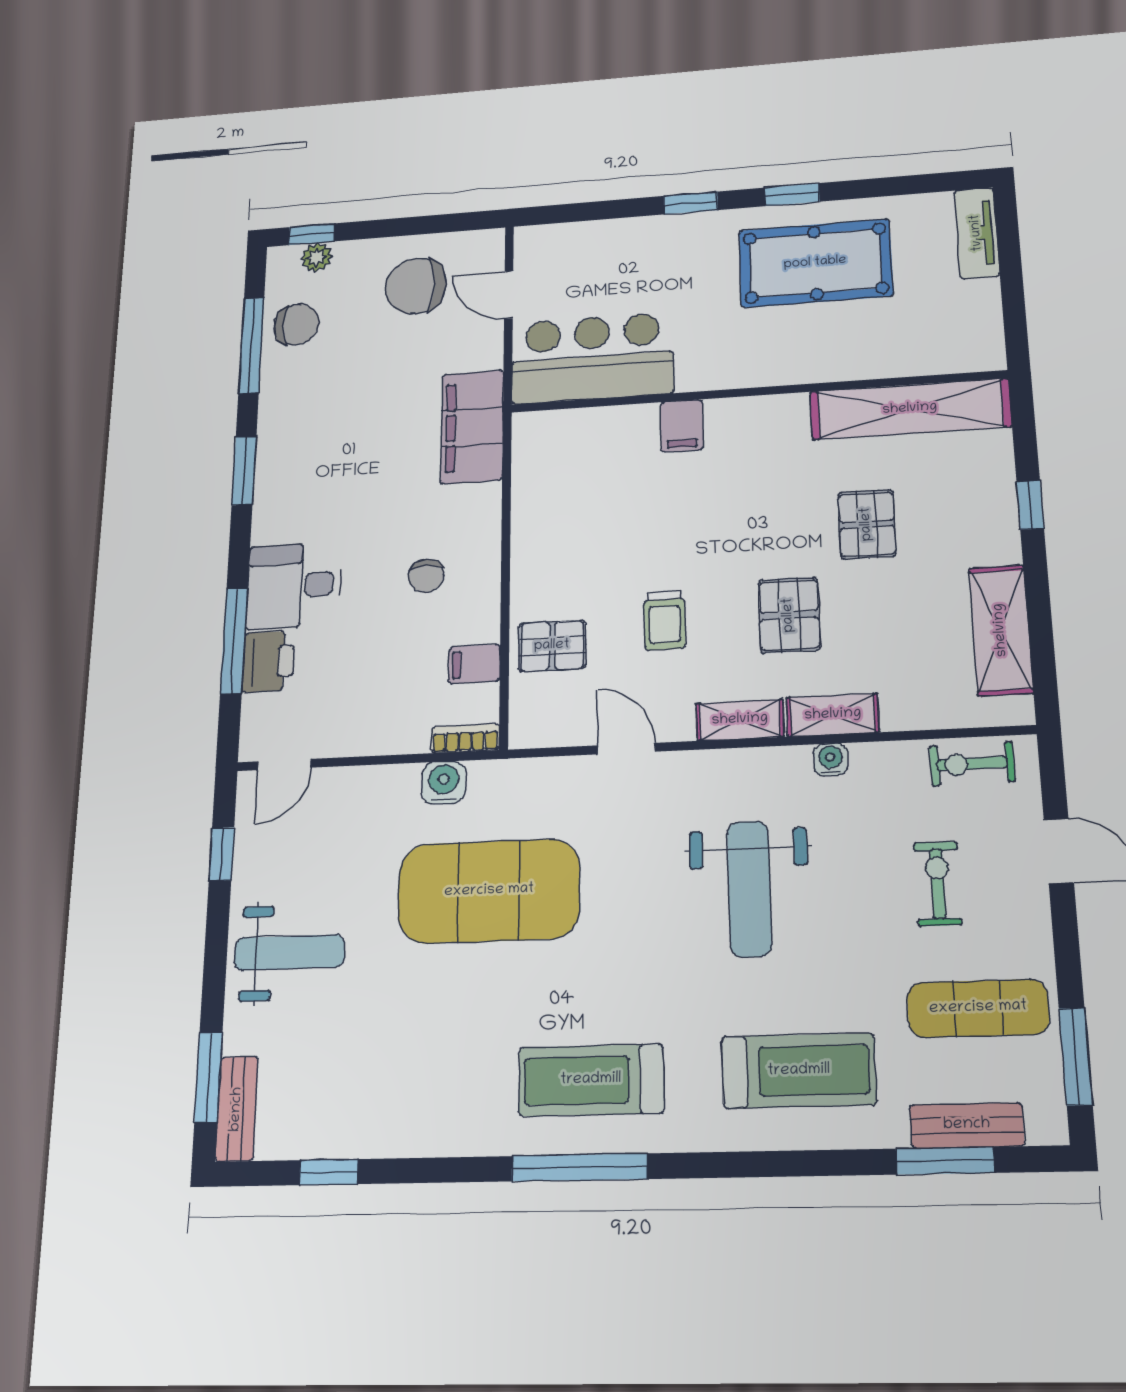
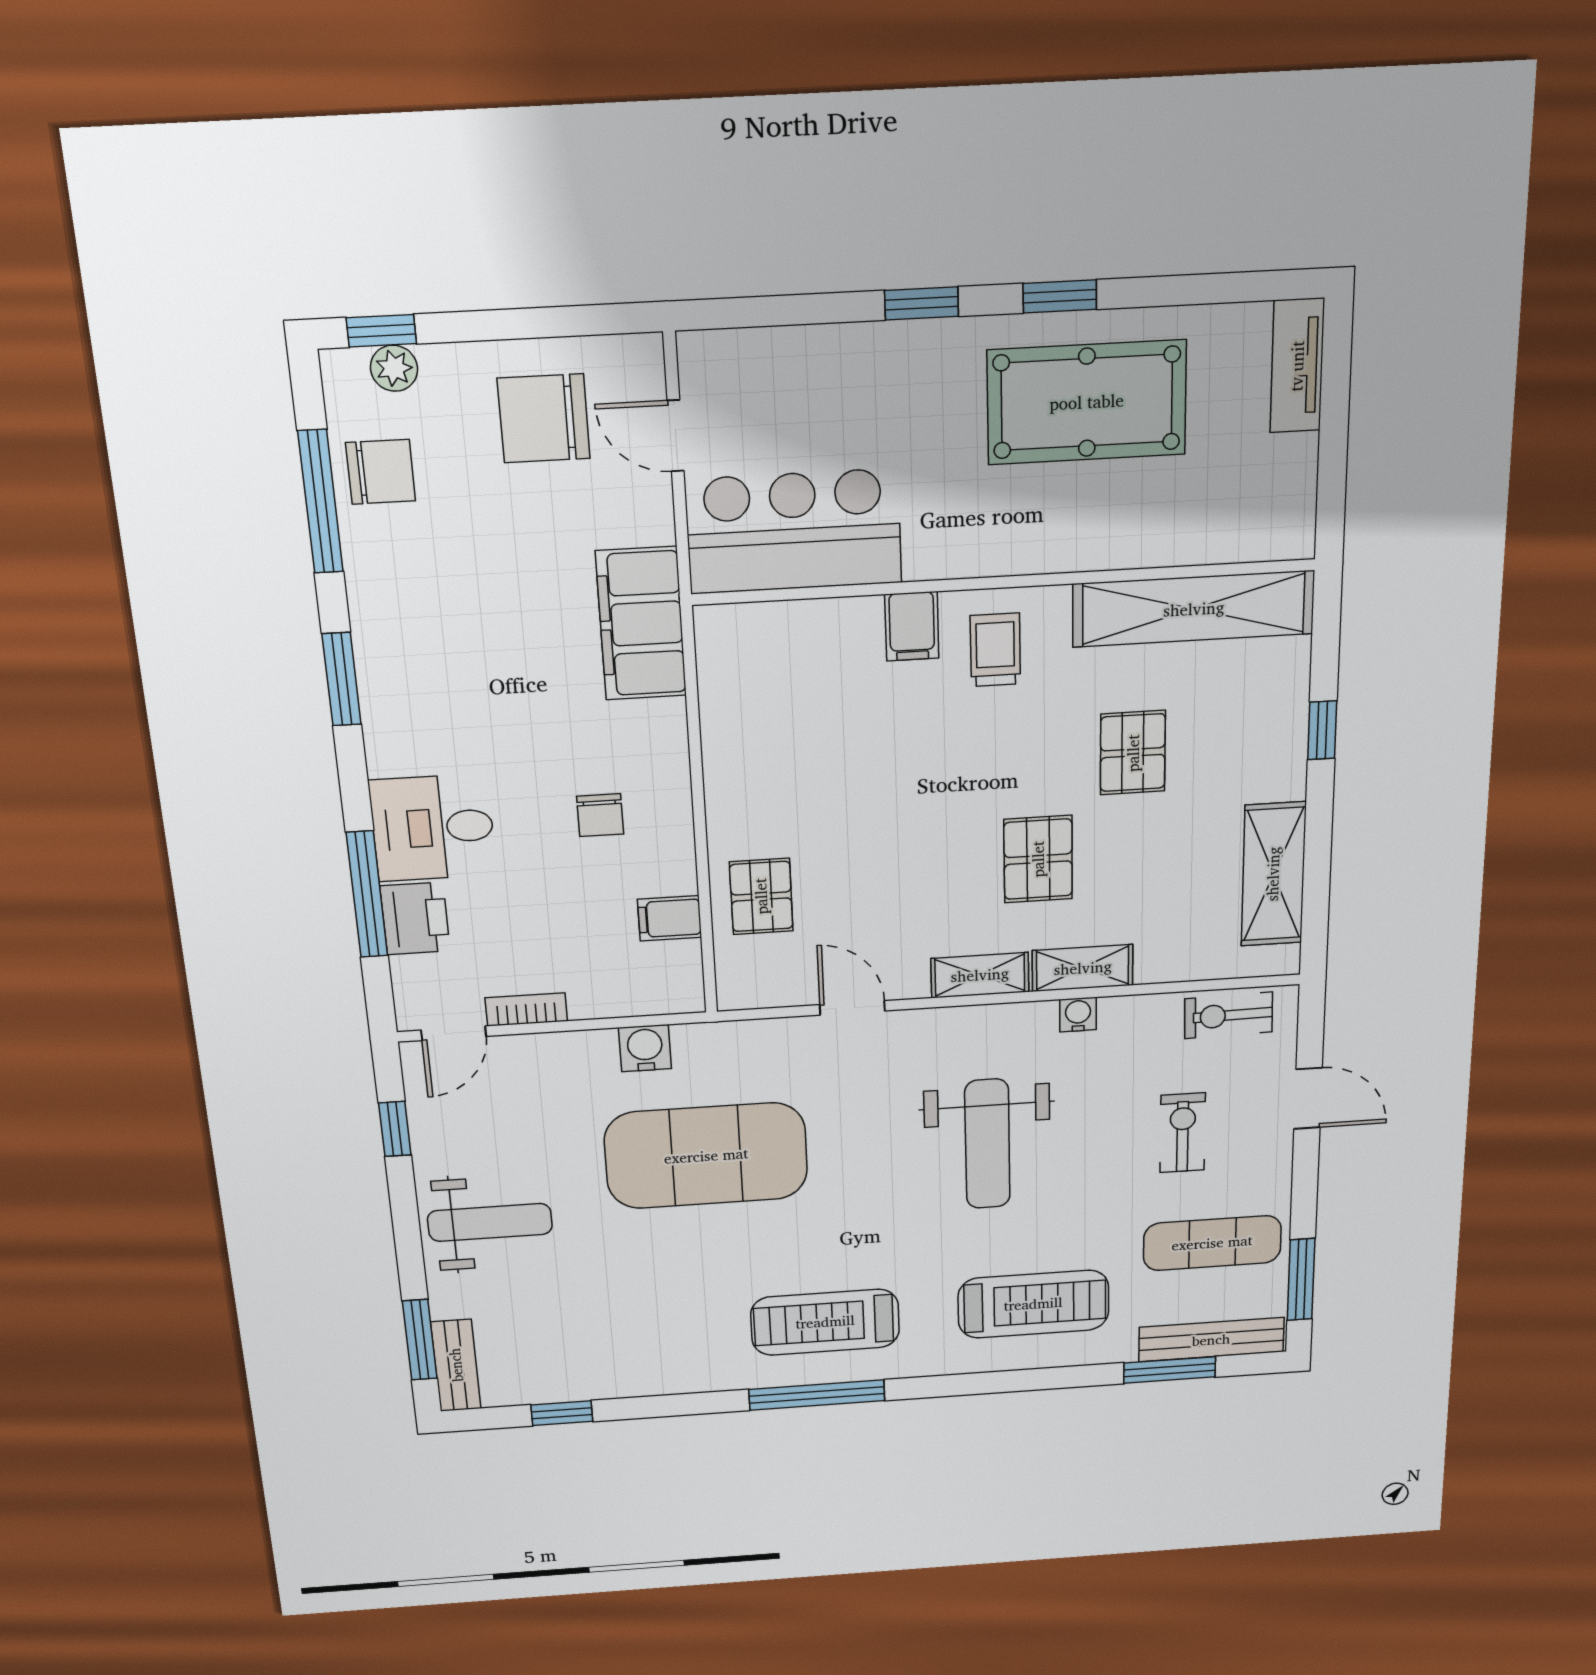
trolley: (665, 620) -> (995, 650), moved, turned 180
pallet: (552, 646) -> (761, 896), turned 90
bookcase: (465, 738) -> (526, 1010), moved
bench: (967, 1125) -> (1211, 1340), width x1.36

